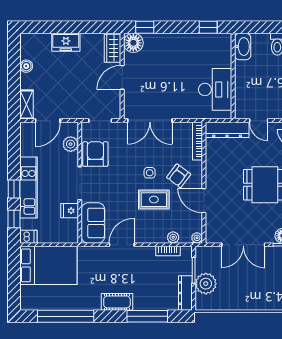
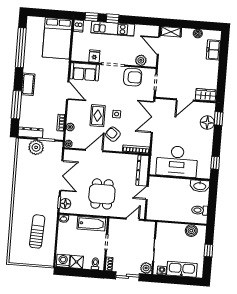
freezer: (66, 42) -> (213, 50), moved
floor lamp: (133, 43) -> (207, 123), moved
door: (122, 77) -> (185, 100), swing flipped
desk: (215, 89) -> (177, 161), width x1.36, depth x1.30
double door: (243, 245) -> (61, 176), swing flipped

